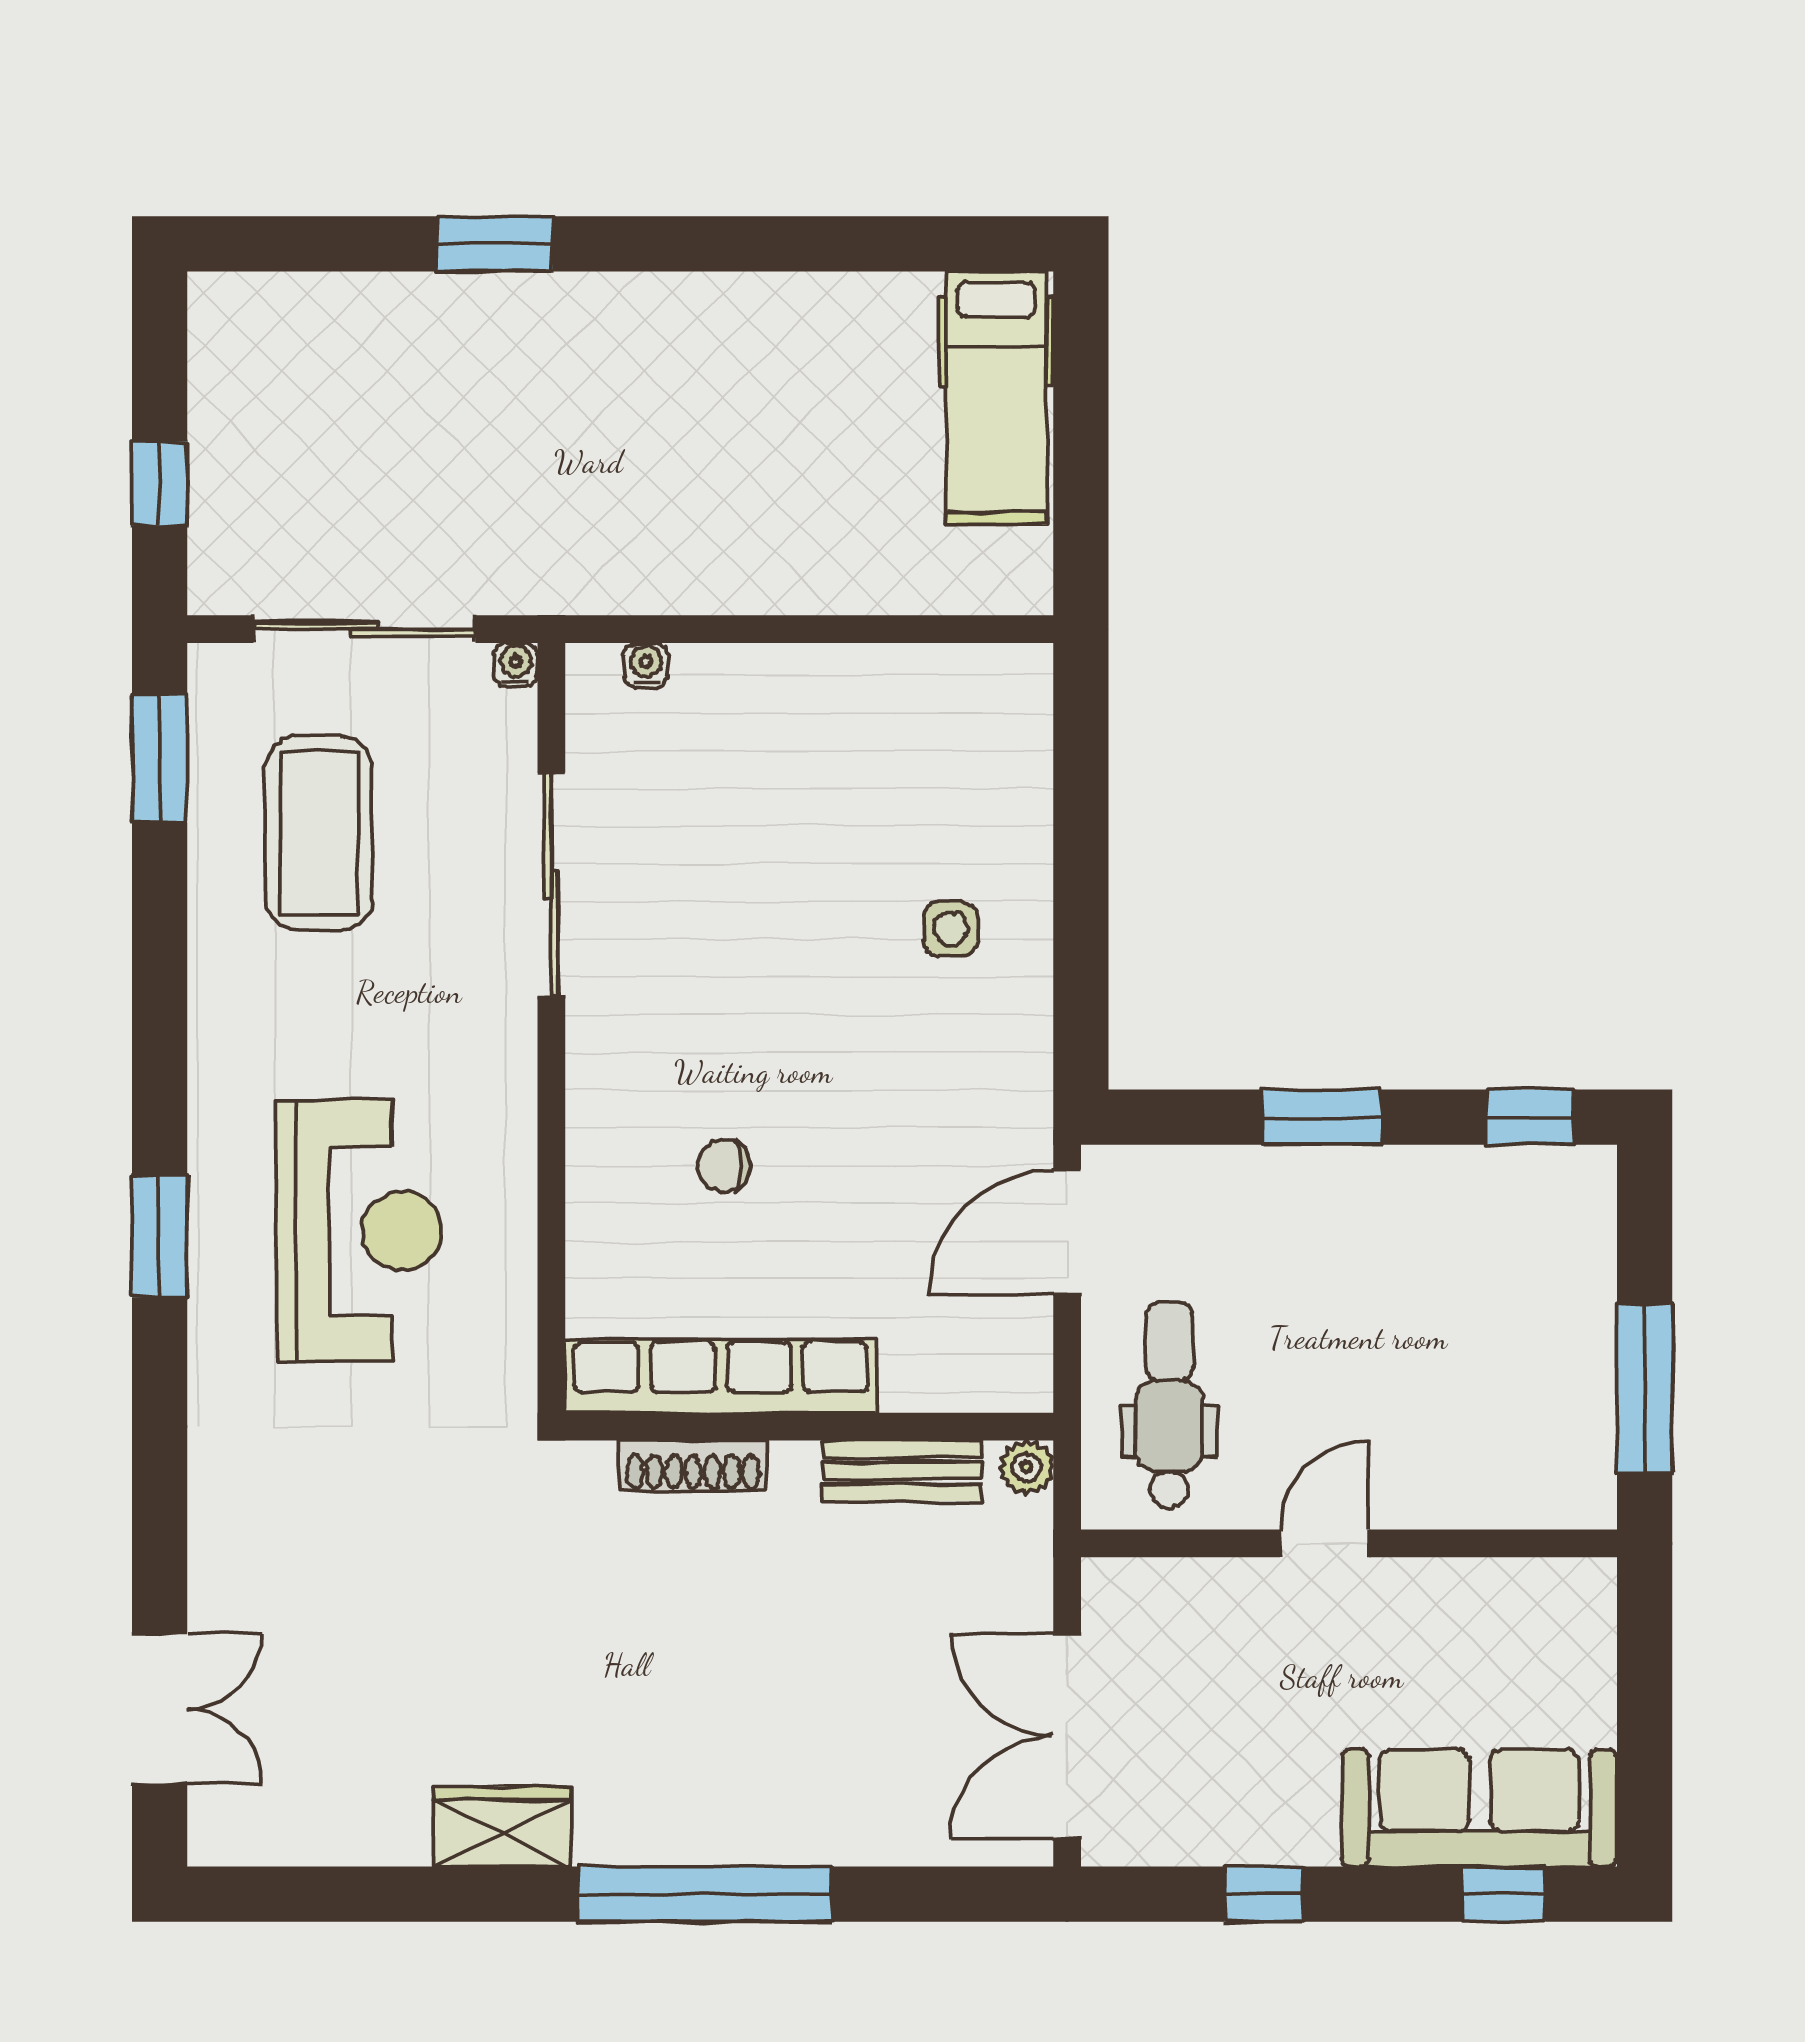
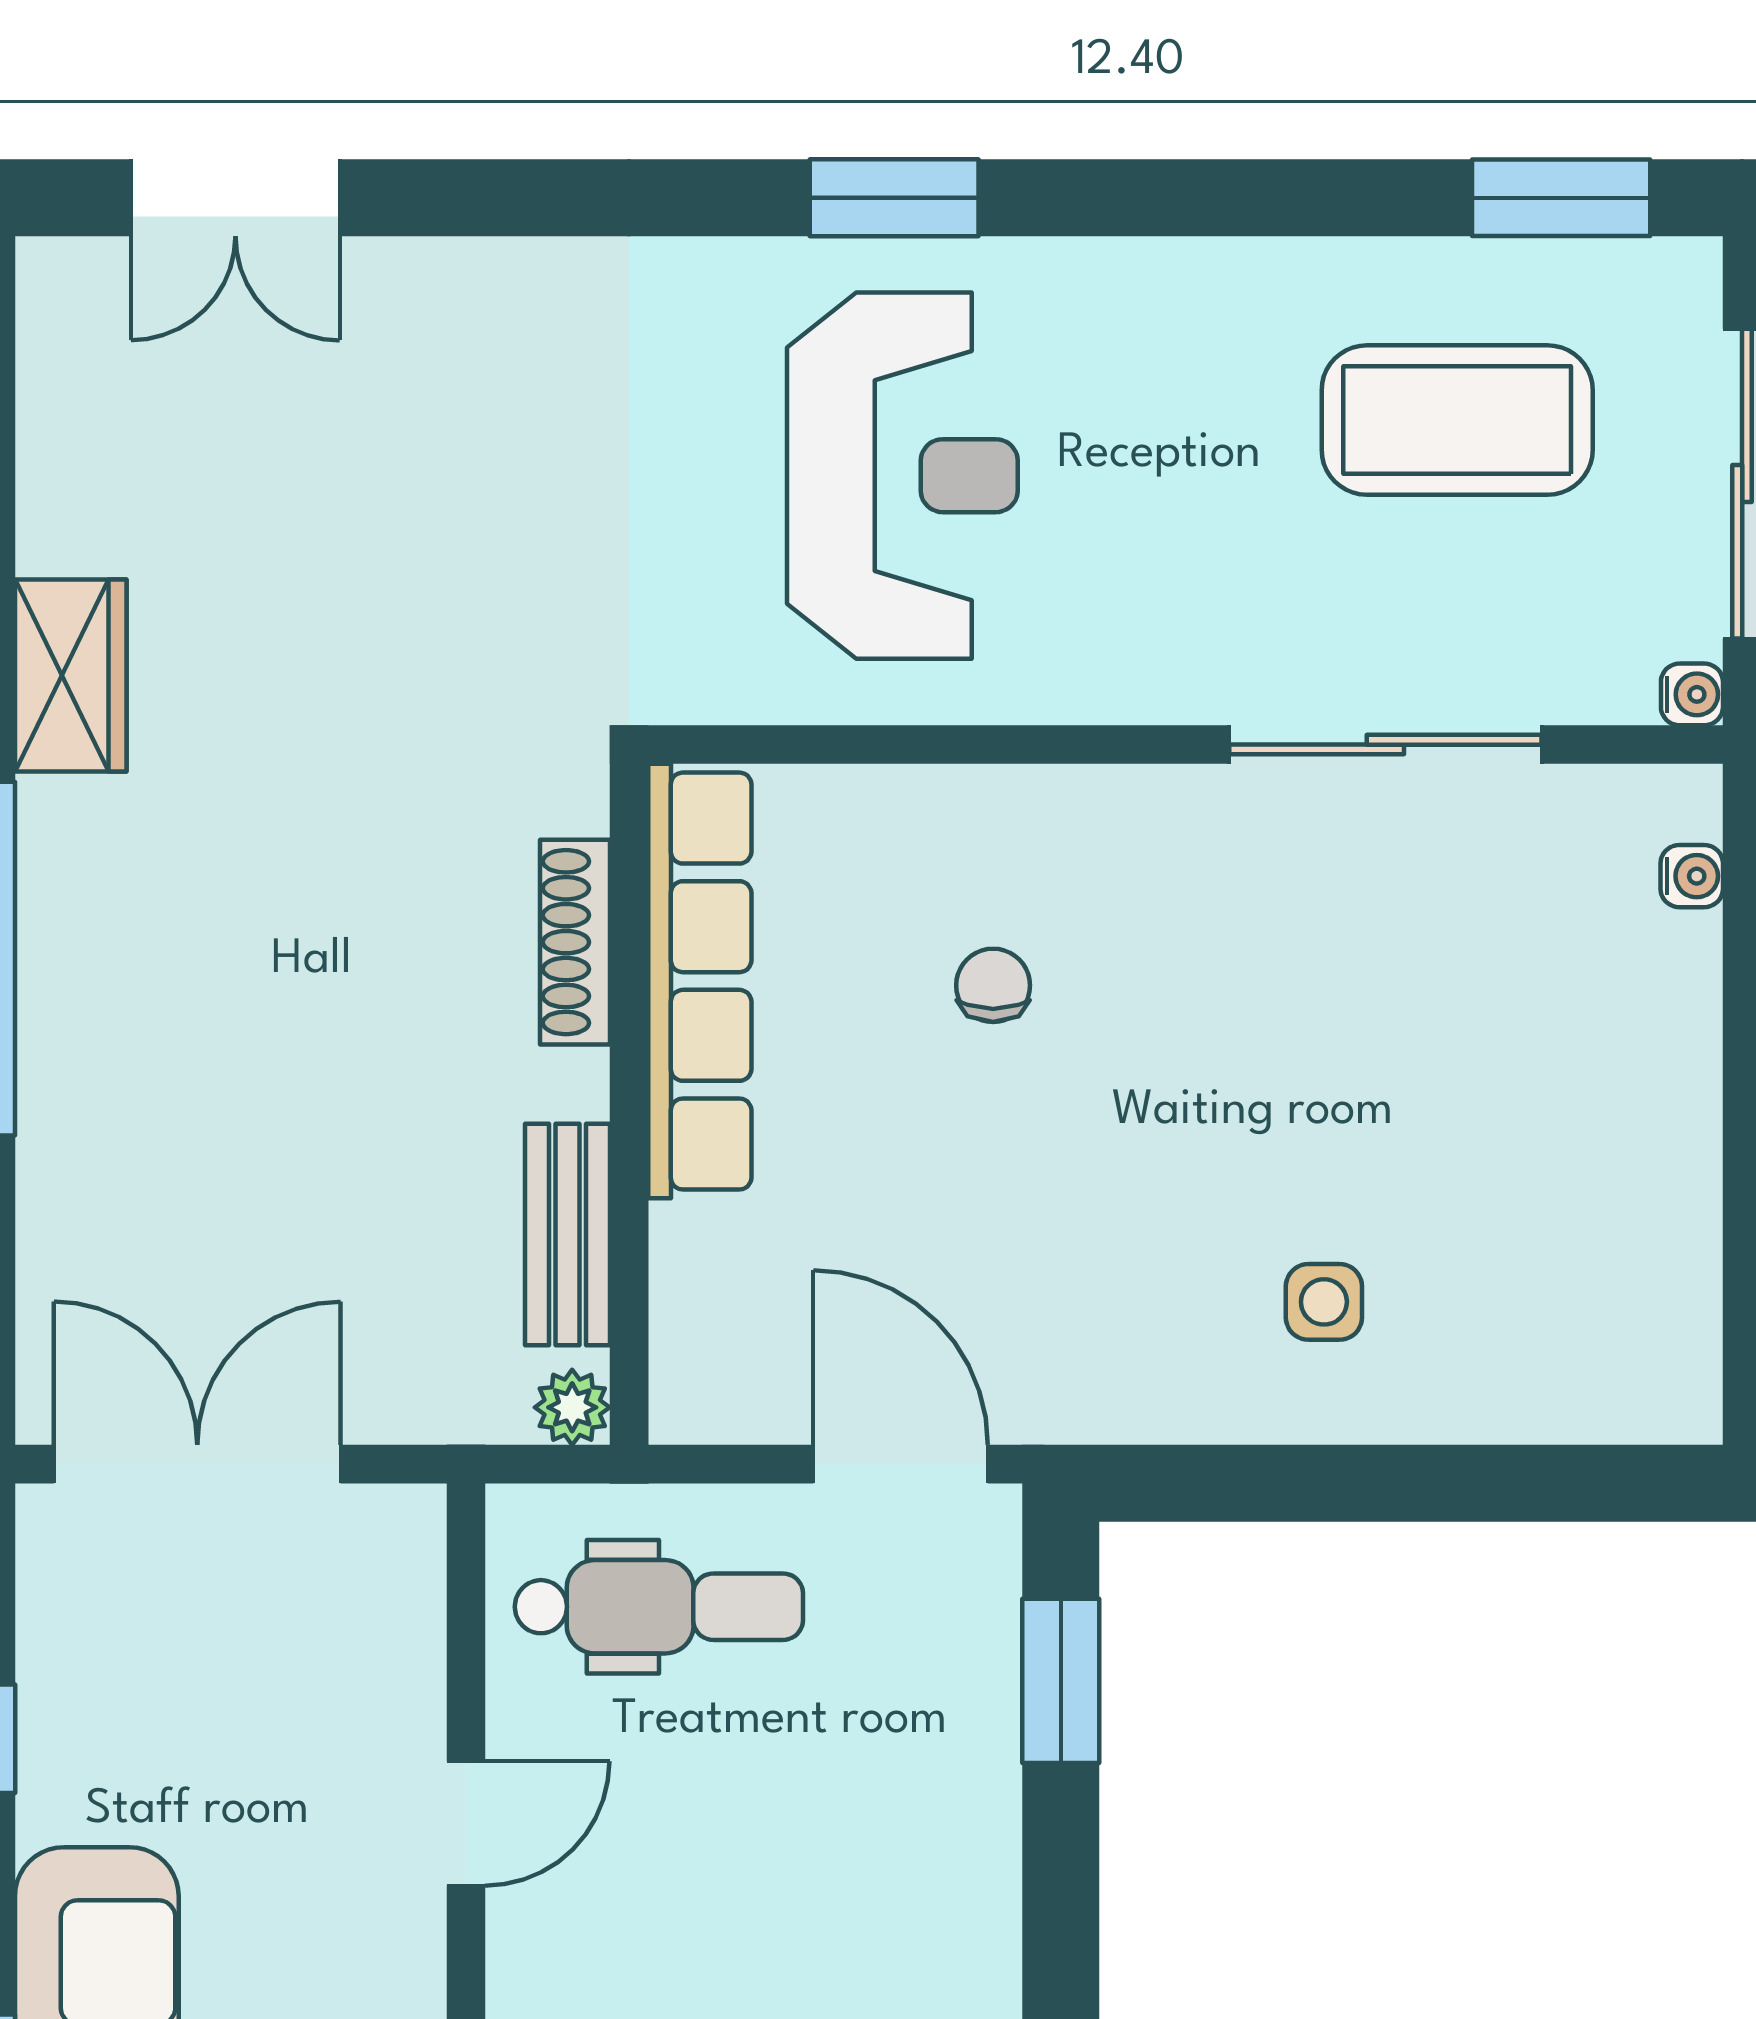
window: (1322, 1117) -> (1061, 1681), moved
reception desk: (359, 1231) -> (902, 476), turned -90
door: (1325, 1543) -> (466, 1823), hinge flipped

